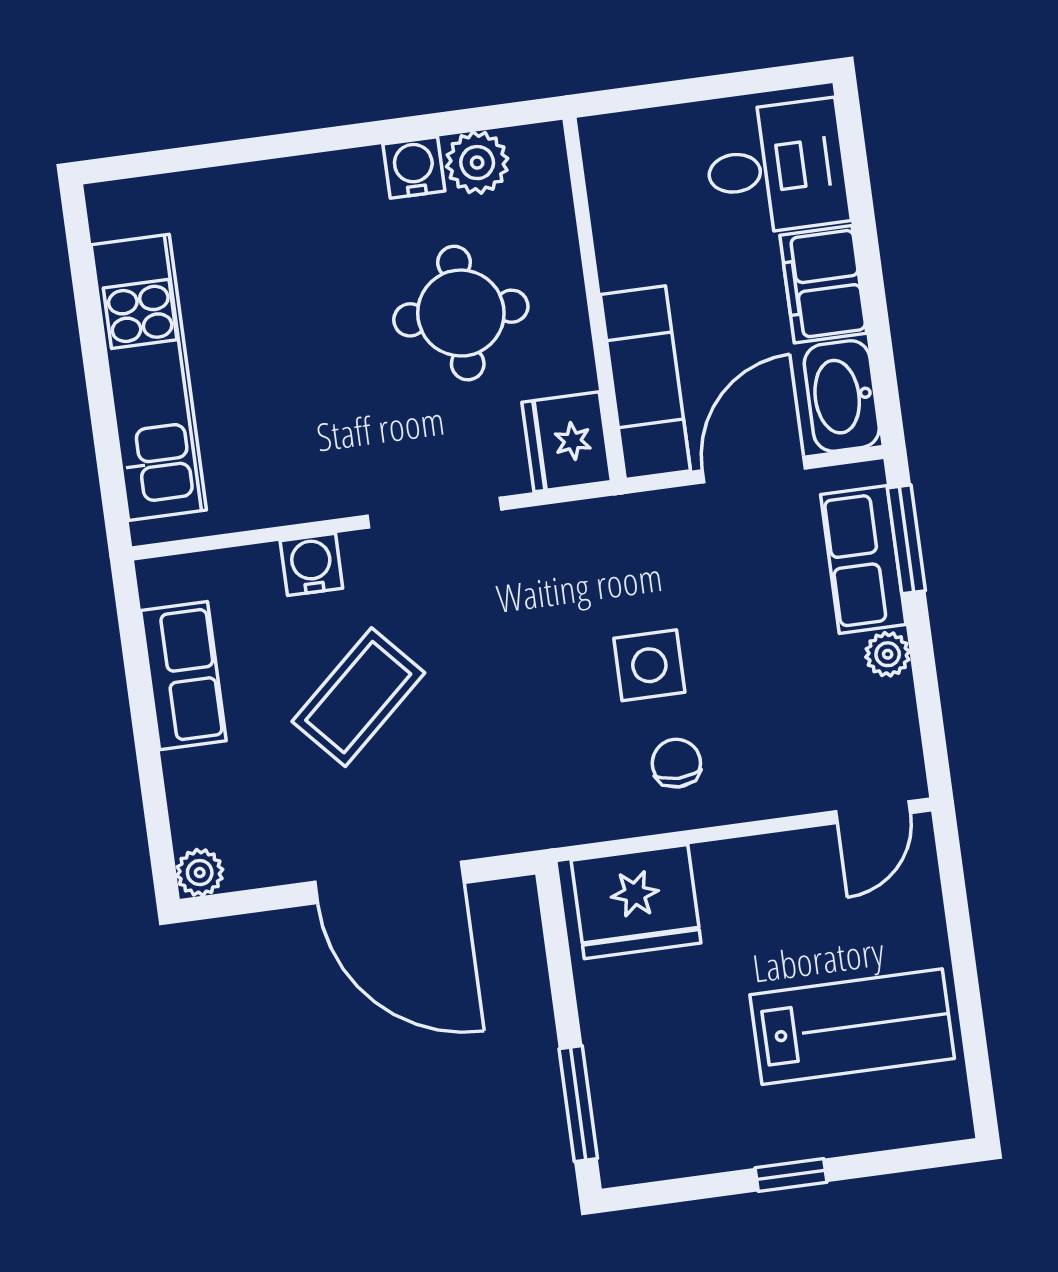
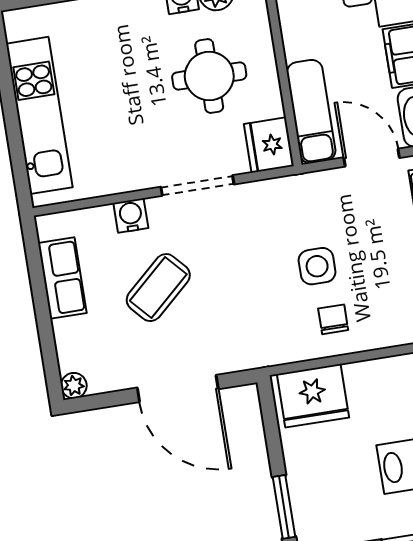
door: (754, 469) -> (372, 158), hinge flipped

